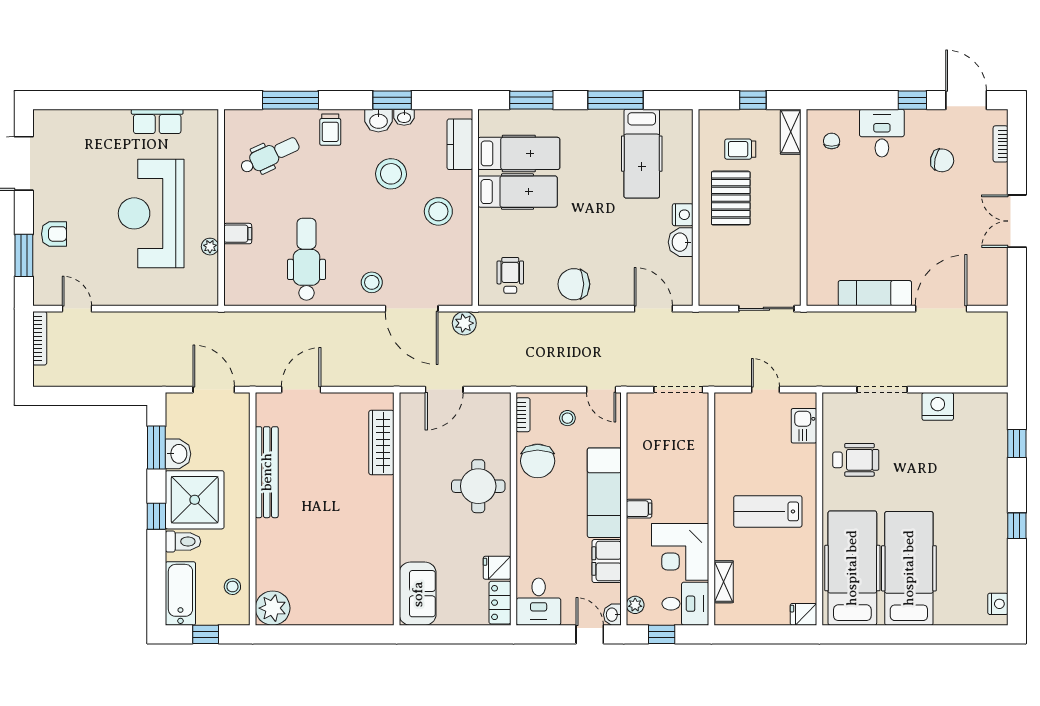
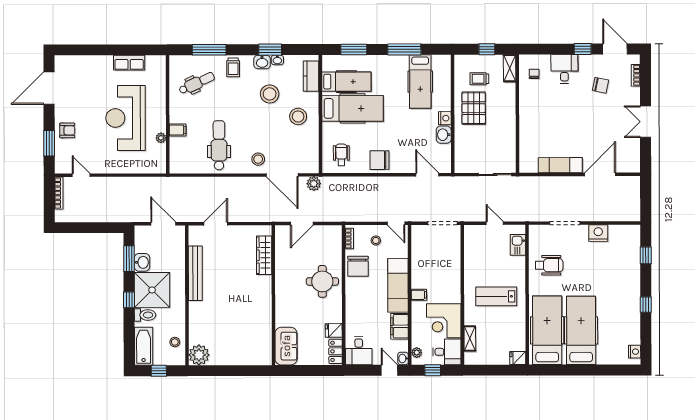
hospital bed: (518, 192) -> (353, 108), width x1.37, depth x1.29

